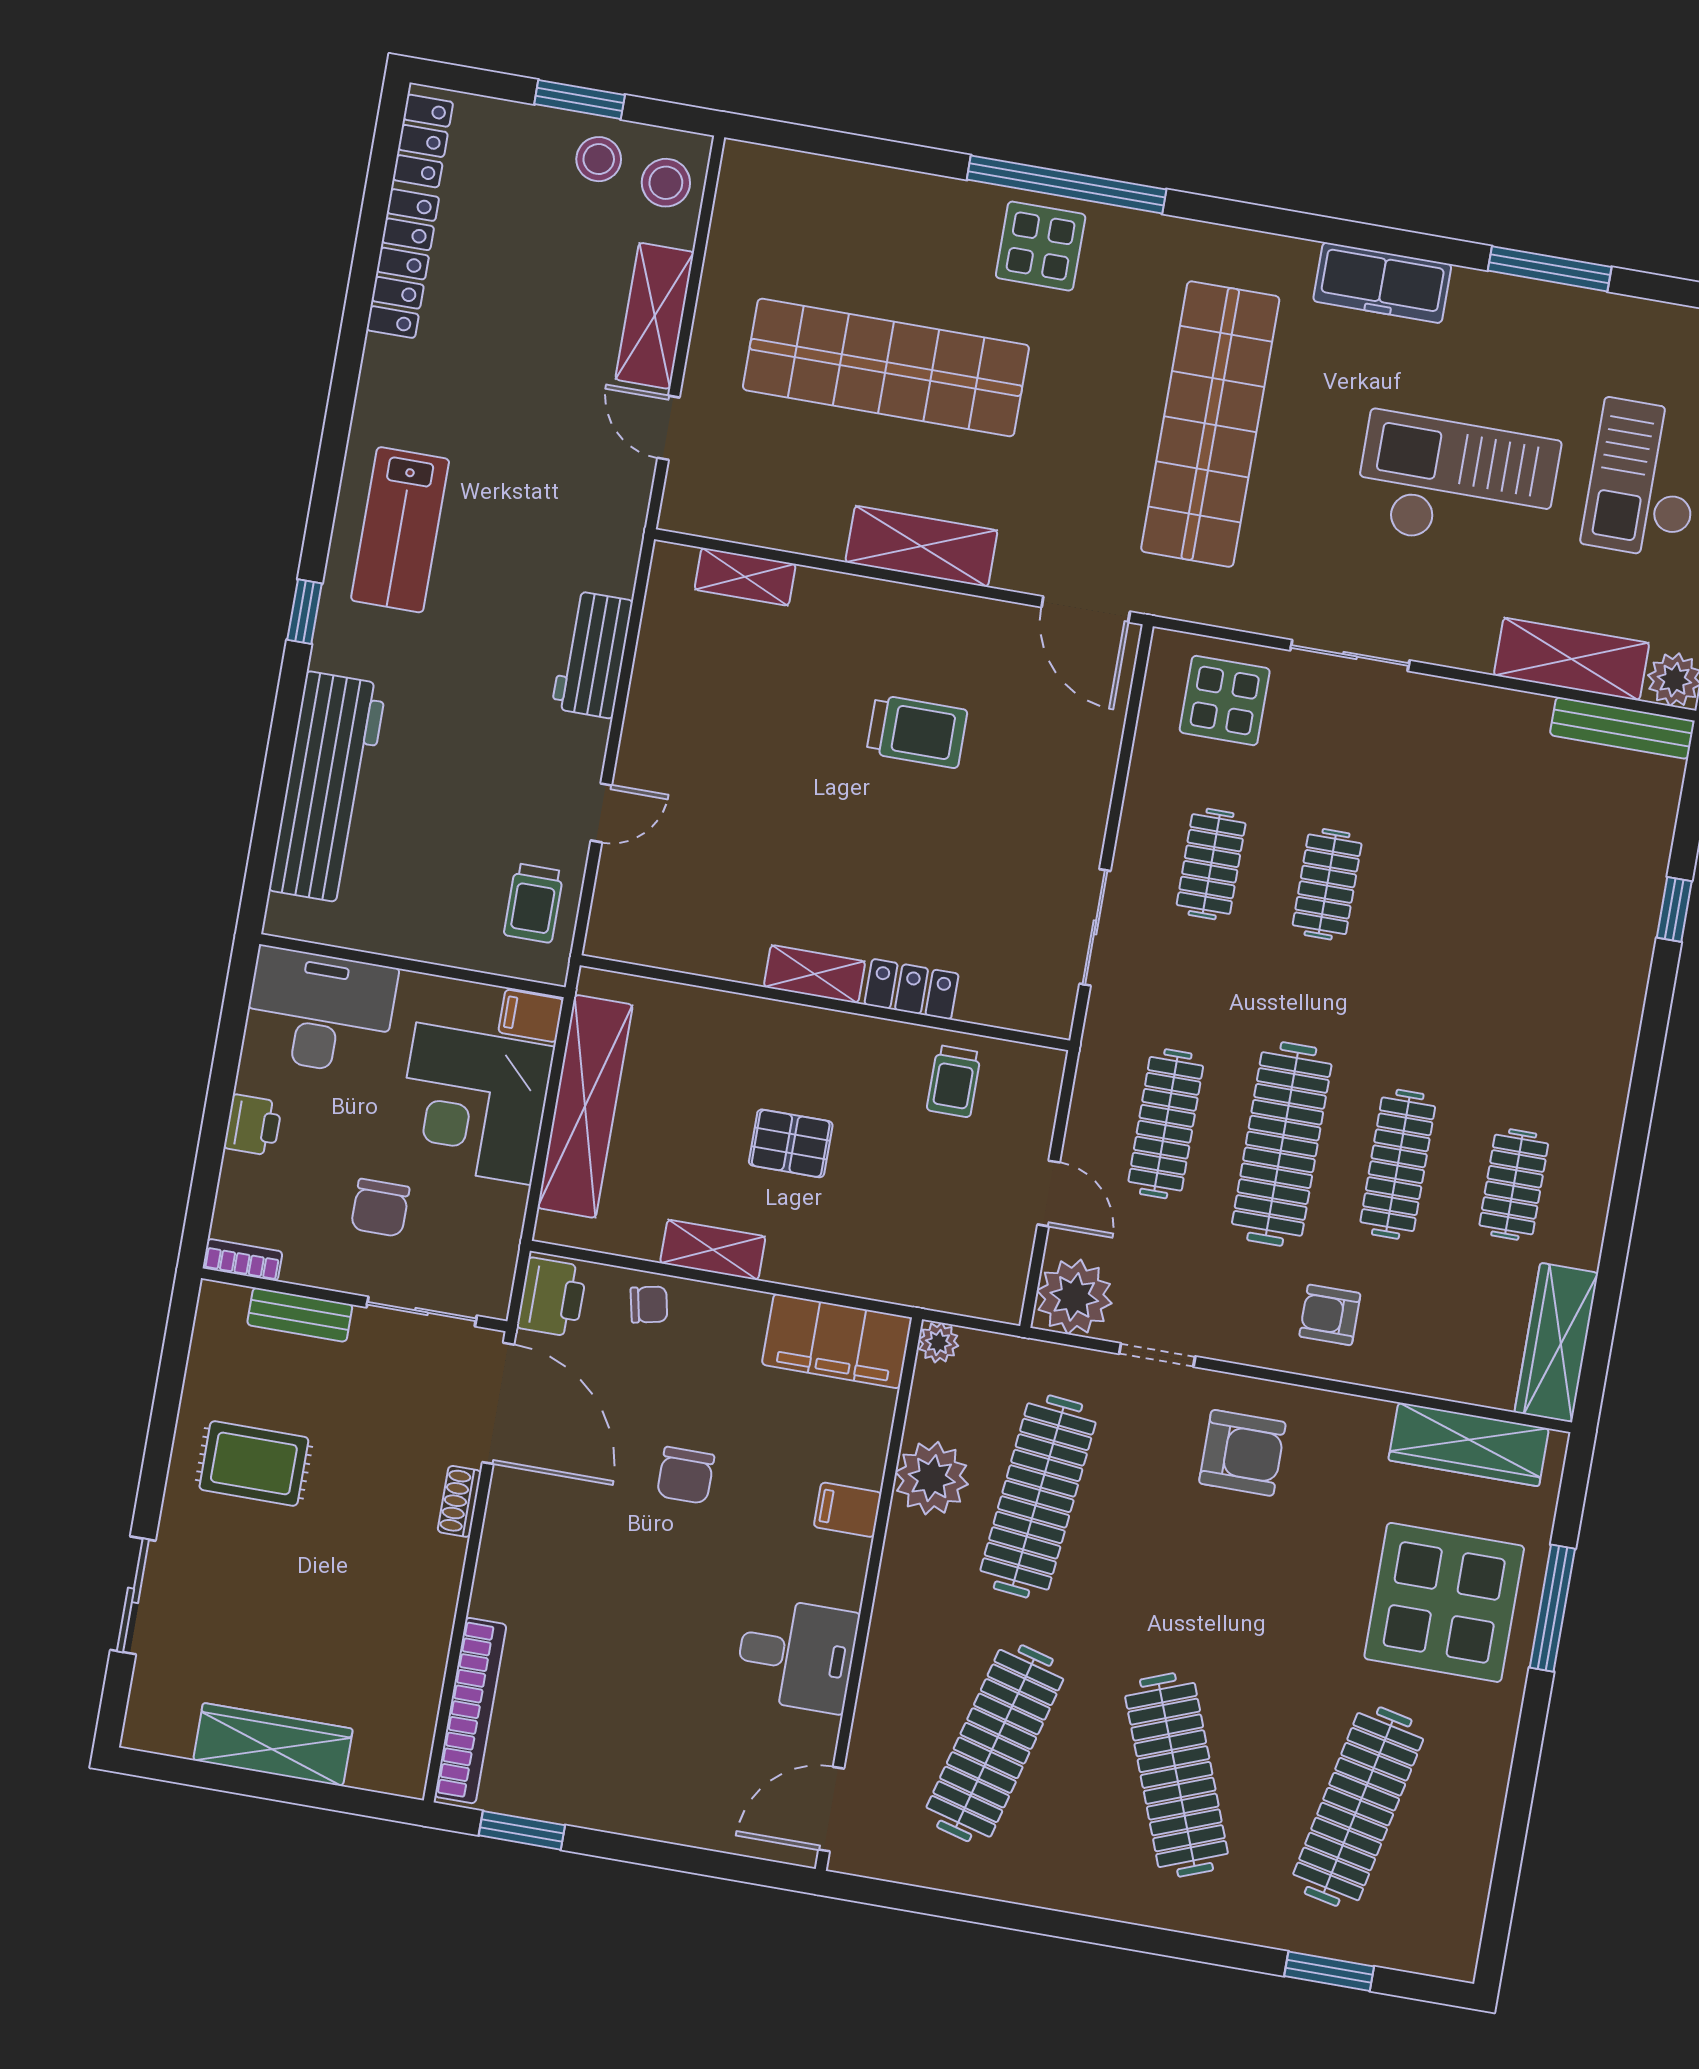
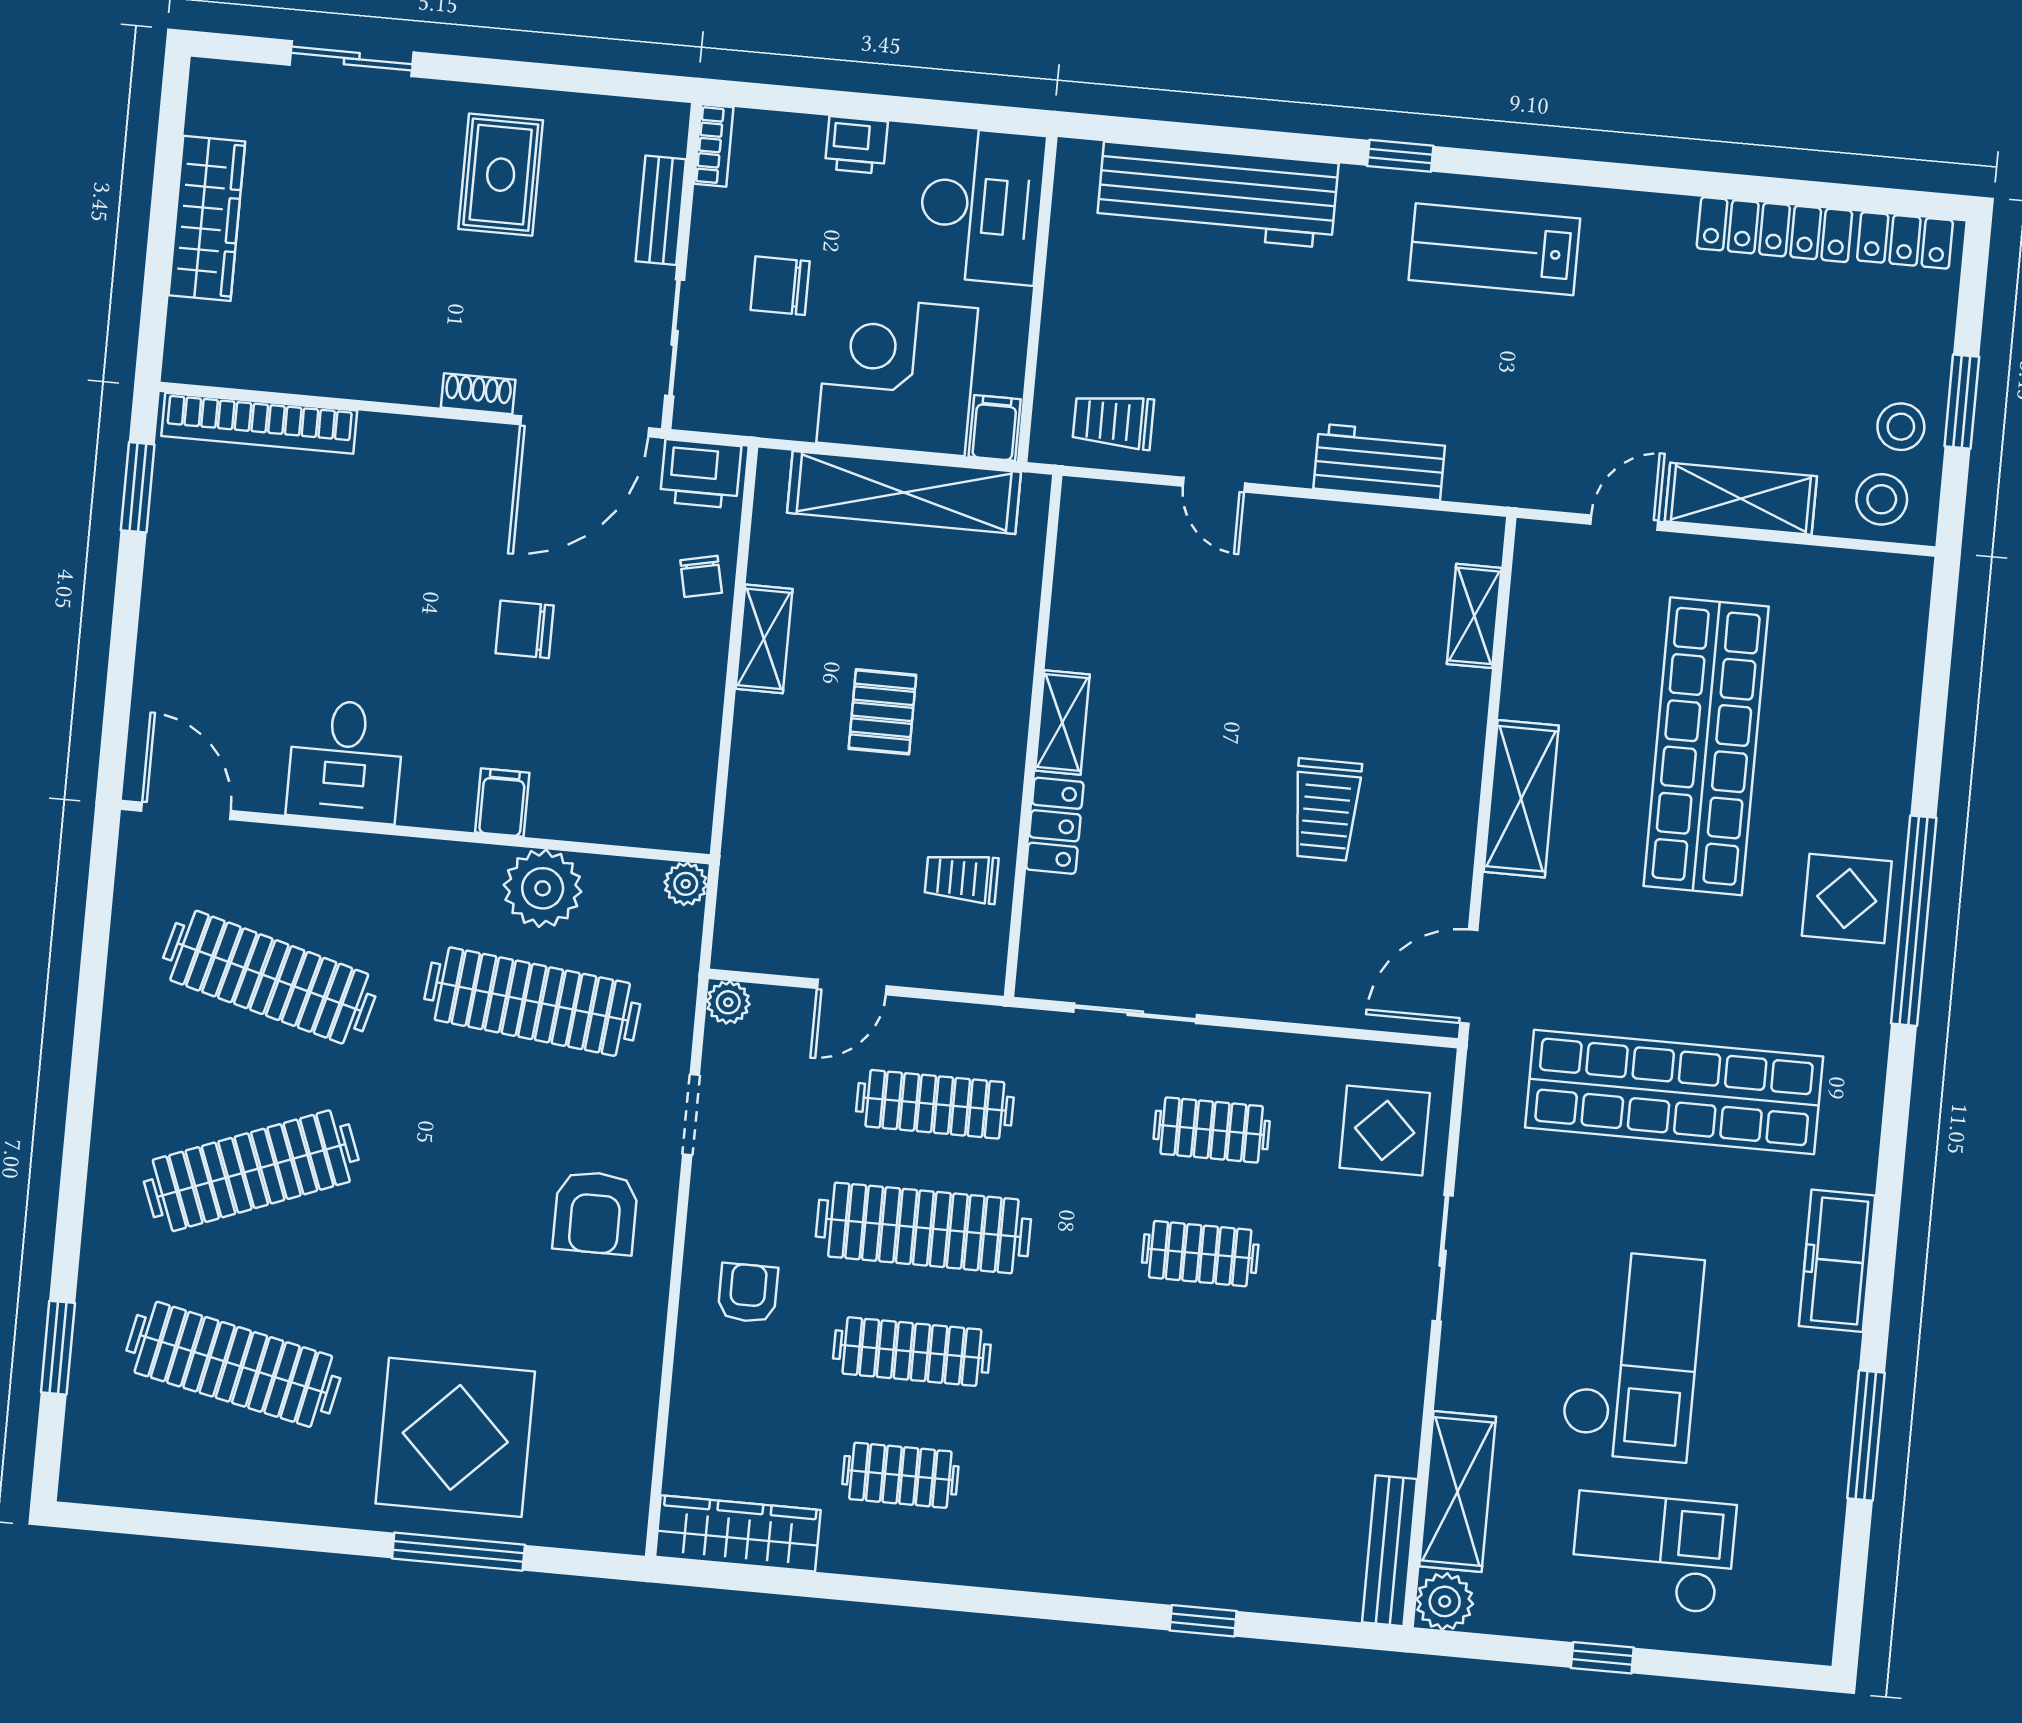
plant: (1074, 1297) -> (728, 1002), width x0.53, depth x0.53
filing cabinet: (837, 1341) -> (679, 777), removed
wardrobe: (1469, 1444) -> (623, 1450), removed

